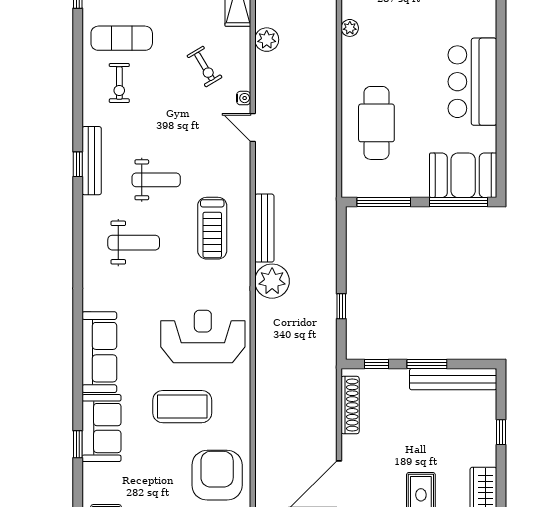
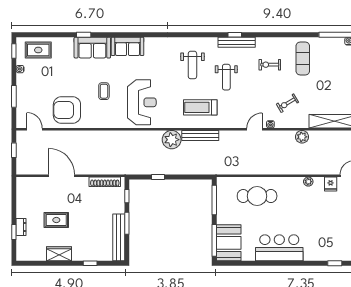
exercise bike: (119, 83) -> (270, 65), moved
sofa: (99, 352) -> (128, 46), width x0.73
coffee table: (182, 407) -> (104, 91), width x0.54, depth x0.58
armchair: (217, 475) -> (67, 110), turned 180

